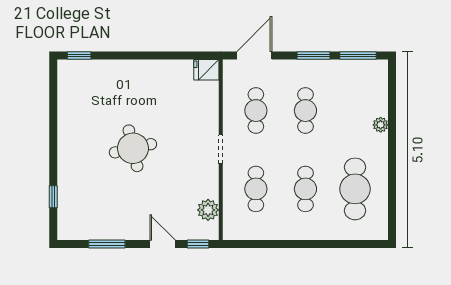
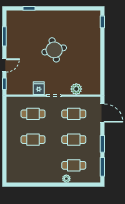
fridge: (206, 70) -> (39, 88), moved
cafe table: (355, 189) -> (74, 165), moved, width x0.73, depth x0.74
plant: (208, 210) -> (76, 89), moved

